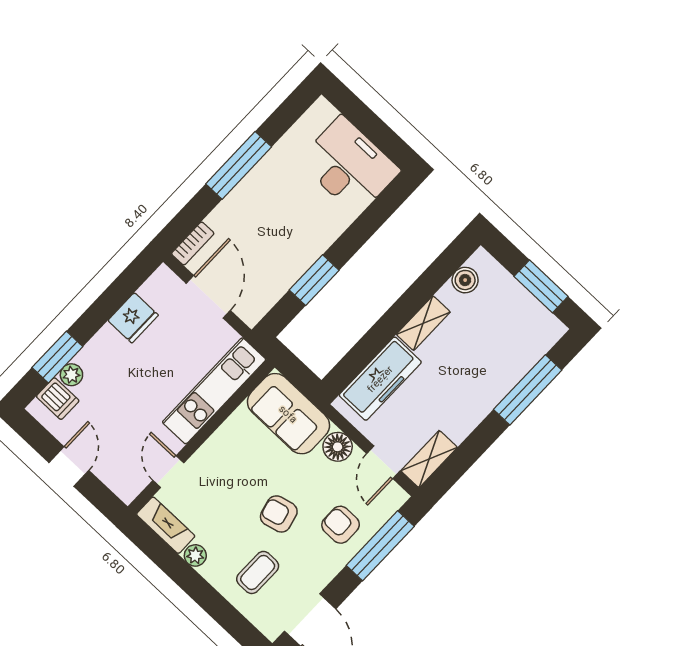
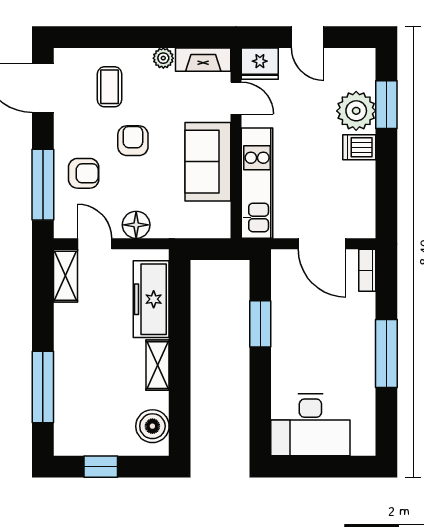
boiler: (465, 280) -> (152, 426), width x1.36, depth x1.36
window: (541, 286) -> (101, 467), width x0.67
fridge: (133, 318) -> (260, 64), moved, turned -90
plant: (71, 375) -> (356, 111), width x1.88, depth x1.88
dishwasher: (58, 399) -> (359, 147), moved
sofa: (288, 414) -> (208, 162), moved, turned -90
armchair: (279, 514) -> (133, 141), turned -76

